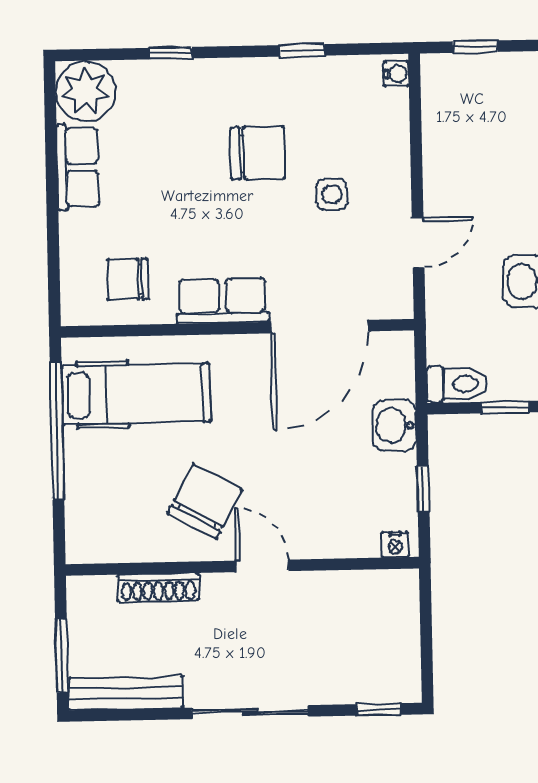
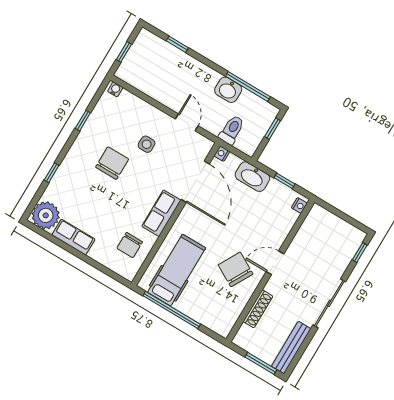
nightstand: (401, 343) -> (222, 154), added
toilet: (457, 384) -> (232, 130), moved
washbasin: (394, 425) -> (252, 177), width x1.38

